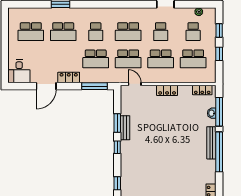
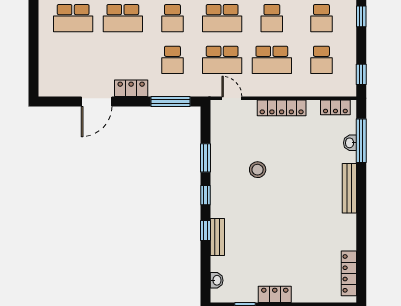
window: (219, 54) -> (361, 74), moved
school desk: (96, 59) -> (172, 60), width x0.54
school desk: (193, 59) -> (321, 60), width x0.54
desk: (19, 71) -> (55, 79), removed
locker: (167, 90) -> (282, 108), width x1.53
bench: (125, 128) -> (217, 237), moved
stool: (151, 131) -> (258, 170), added
window: (219, 152) -> (361, 202), removed
window: (117, 183) -> (205, 231), moved

